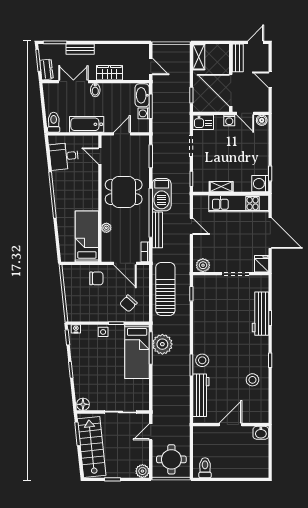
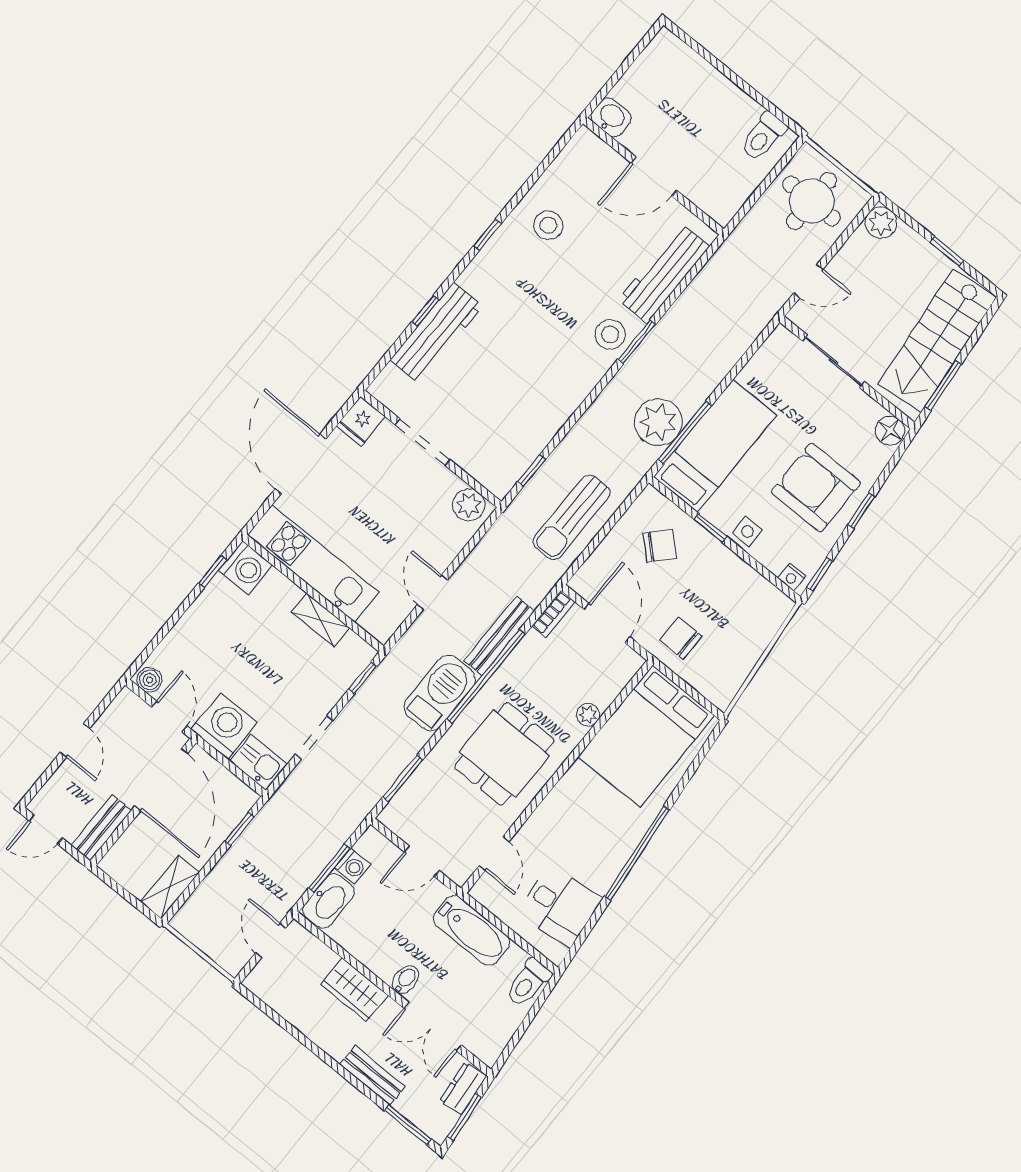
washing machine: (229, 120) -> (224, 726), width x1.89, depth x1.89
dining table: (124, 192) -> (504, 754), turned 90
bed: (87, 236) -> (646, 736), width x1.50
sun lounger: (165, 289) -> (572, 517), width x0.73, depth x0.75
armchair: (92, 365) -> (816, 487), added

